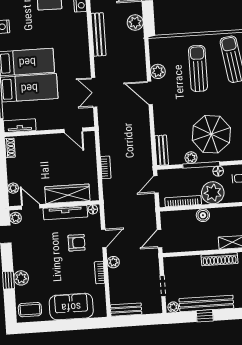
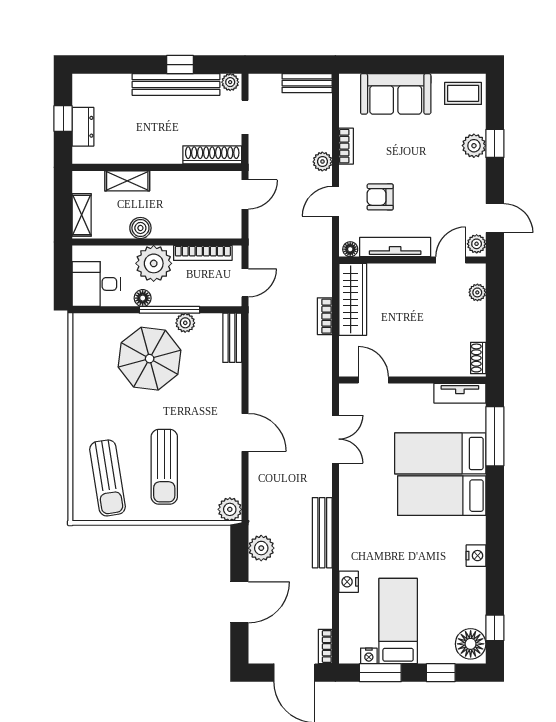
plant: (158, 71) -> (230, 509), moved
wardrobe: (67, 194) -> (353, 299), moved, turned -90
door: (31, 207) -> (451, 260), swing flipped
boiler: (203, 215) -> (140, 228), moved
shoe rack: (220, 259) -> (212, 155), moved

